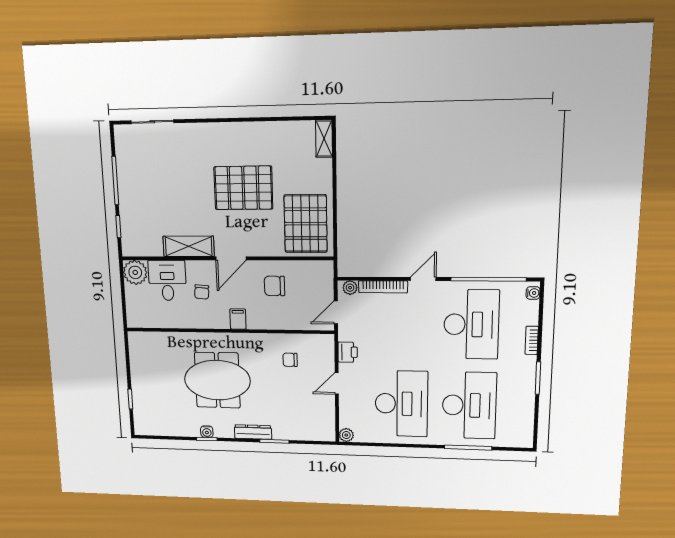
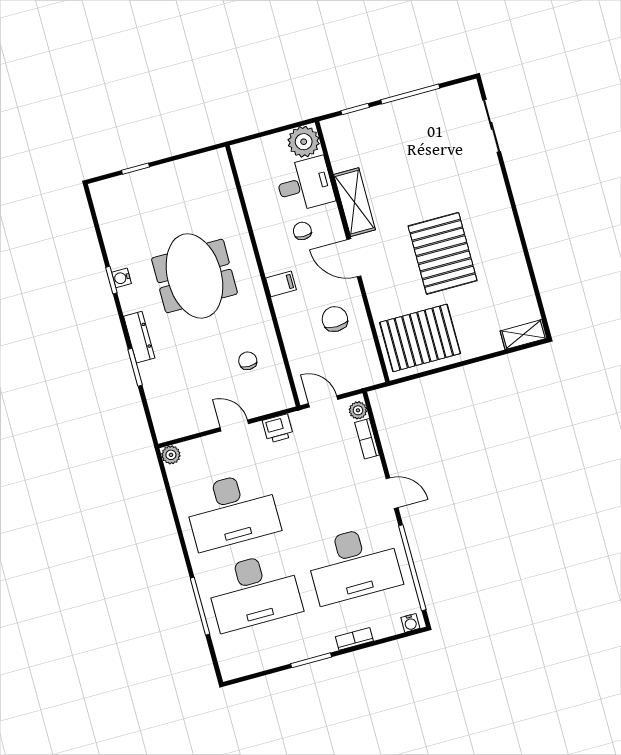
bookcase: (383, 287) -> (367, 439), width x0.64
chair: (202, 292) -> (302, 231), turned 86

